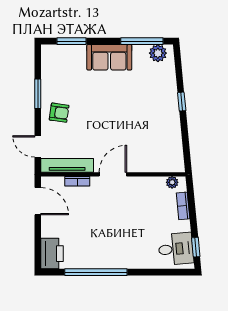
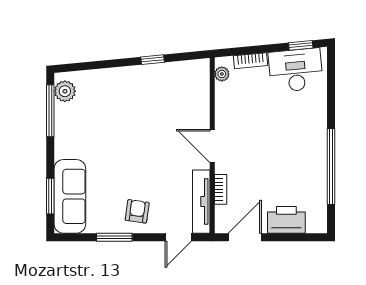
sofa: (109, 57) -> (70, 196), moved, width x1.36
window: (182, 102) -> (153, 60), moved
desk: (176, 249) -> (296, 70), width x1.37
printer: (52, 254) -> (286, 220), moved

